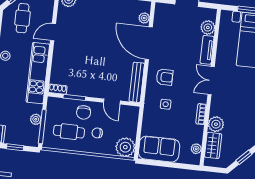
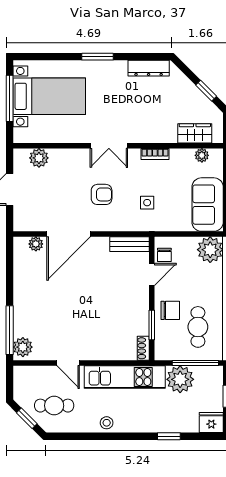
tv unit: (207, 50) -> (69, 156), removed
armchair: (165, 77) -> (102, 194), moved, turned 90
bench: (137, 82) -> (129, 244), width x0.73
plant: (36, 119) -> (180, 379), width x1.88, depth x1.88
plant: (216, 124) -> (166, 133), removed
chair: (97, 133) -> (164, 255), moved

